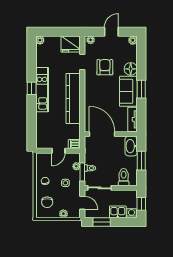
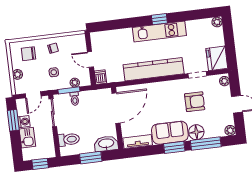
window: (141, 62) -> (206, 144), added
washing machine: (132, 213) -> (24, 122), moved

